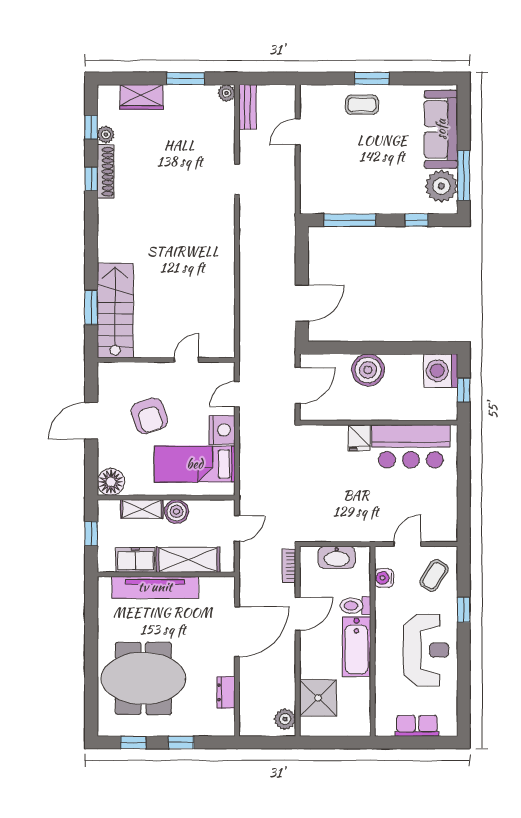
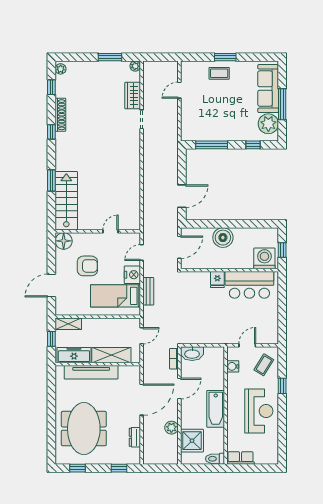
wardrobe: (141, 97) -> (133, 96), moved, turned 90
bench: (248, 107) -> (148, 291), moved
plant: (106, 135) -> (61, 69), moved
window: (464, 175) -> (282, 104), moved
window: (91, 179) -> (51, 132), moved
window: (91, 307) -> (51, 180), moved
washing machine: (441, 371) -> (264, 258), moved, turned 90
armchair: (149, 416) -> (87, 266), turned -72
door: (91, 421) -> (51, 286), moved
floor lamp: (111, 482) -> (64, 241), moved
shelving: (142, 509) -> (68, 324), moved
boiler: (176, 511) -> (104, 325), removed
washbasin: (337, 557) -> (192, 354), moved
freezer: (135, 560) -> (74, 355), width x1.40
toilet: (355, 606) -> (215, 459), moved
meeting table: (143, 678) -> (84, 429), turned 90
plant: (285, 719) -> (171, 428), moved
row of seats: (417, 726) -> (241, 458), moved
window: (181, 742) -> (119, 468), moved

